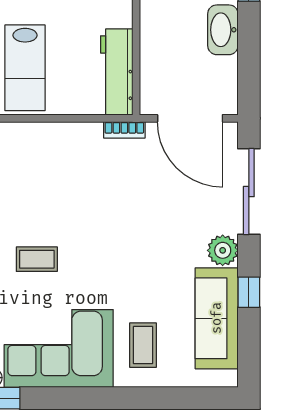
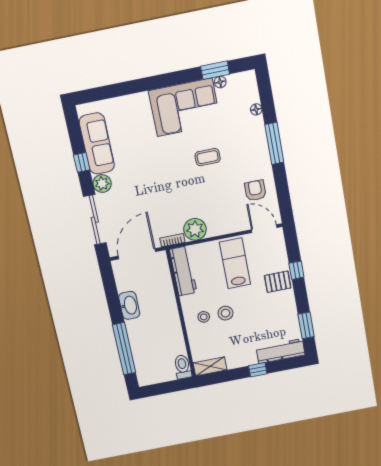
door: (190, 118) -> (137, 254), hinge flipped
plant: (82, 141) -> (195, 229), added
coffee table: (143, 345) -> (136, 119), removed

